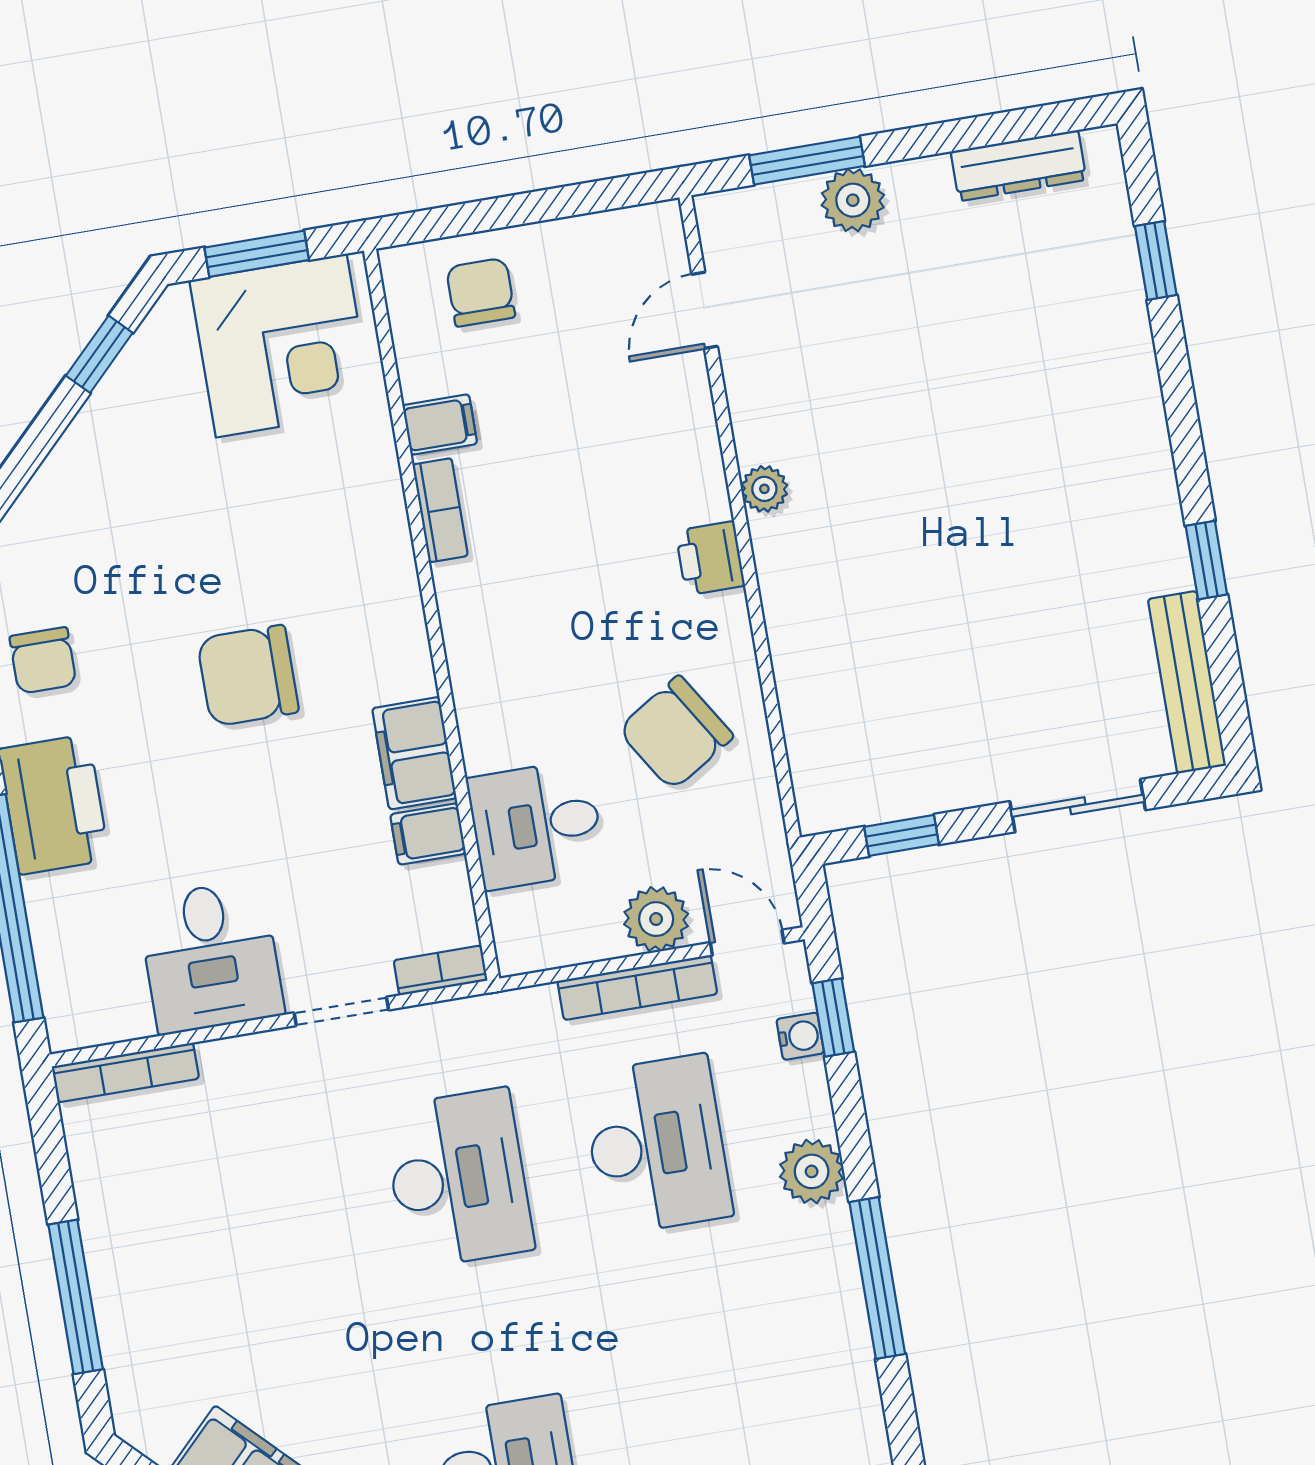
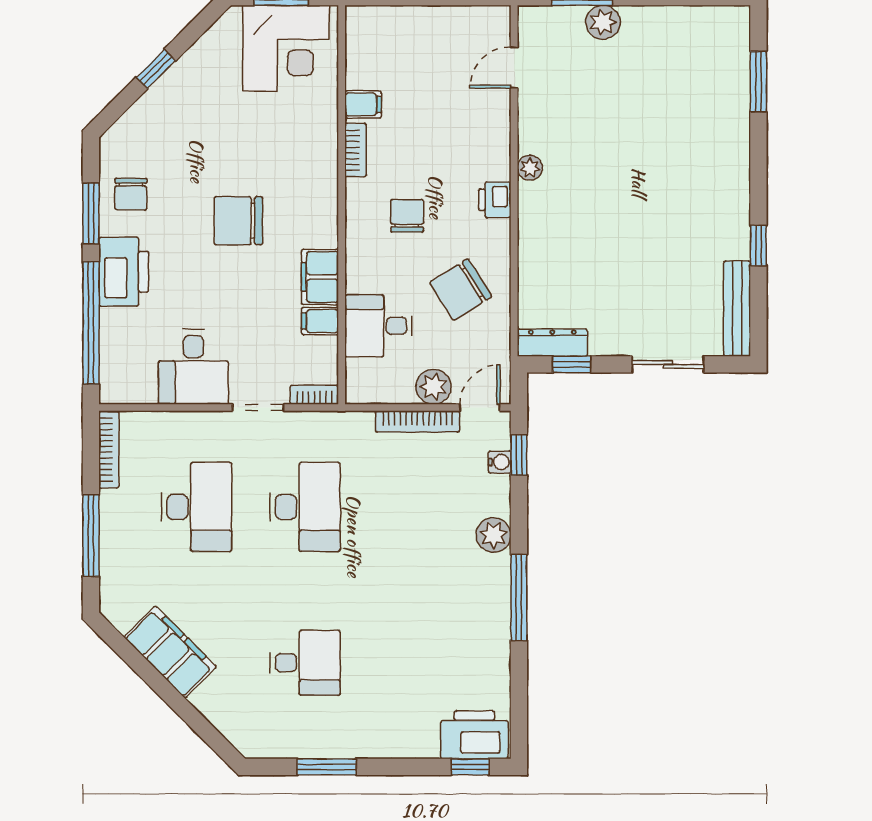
dresser: (1019, 166) -> (552, 343), moved, turned 180
window: (1156, 261) -> (758, 82), width x1.50
chair: (481, 292) -> (407, 216), moved
window: (99, 354) -> (156, 69), moved
door: (747, 943) -> (480, 408), hinge flipped
bookcase: (125, 1073) -> (109, 449), moved, turned -90
desk: (656, 1145) -> (196, 507), moved

